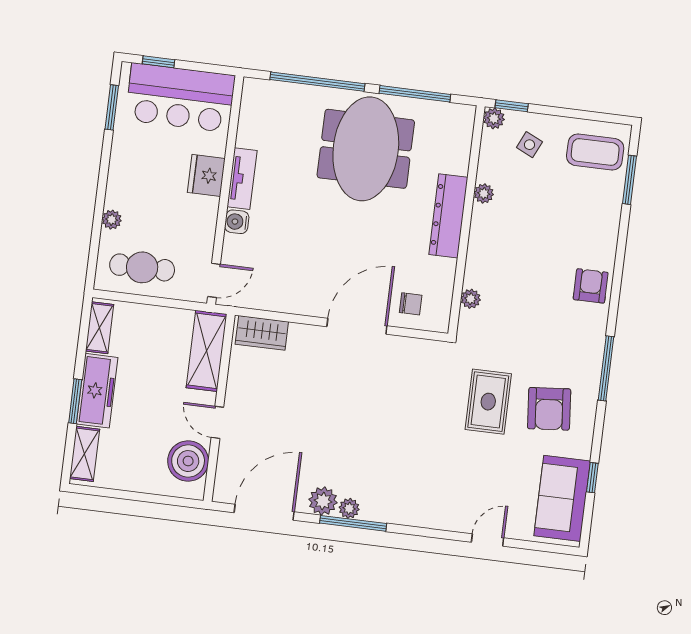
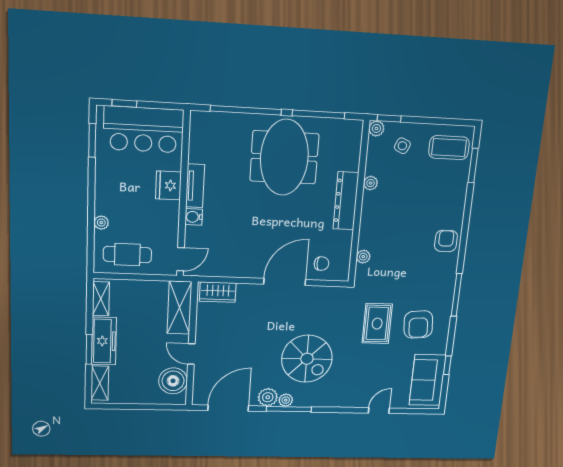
spiral stairs: (383, 446) -> (307, 359), added

